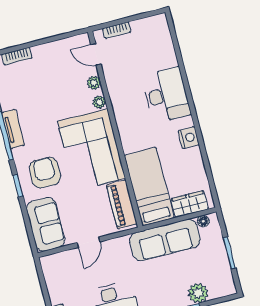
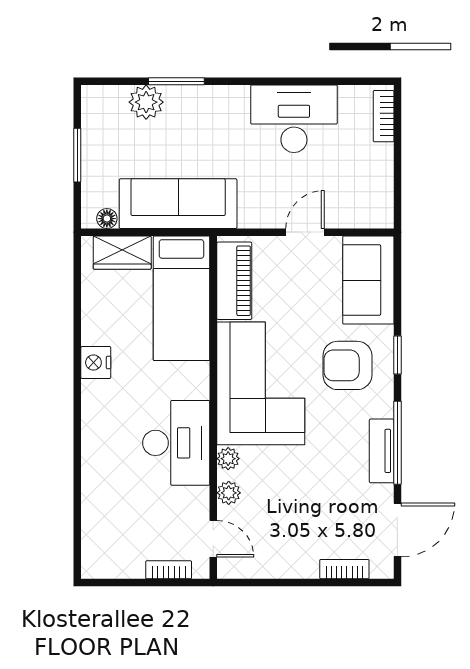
desk: (166, 95) -> (176, 443), moved, turned 180
armchair: (45, 173) -> (347, 365), turned 90

